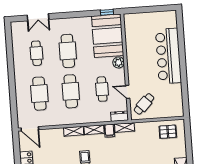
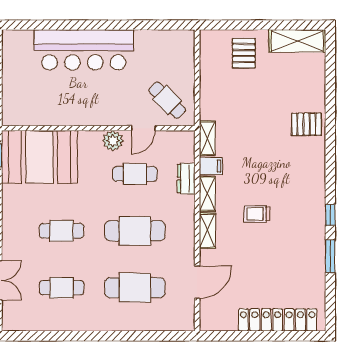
cafe table: (68, 51) -> (62, 231), width x0.73, depth x0.74
plant: (119, 62) -> (113, 141), moved
dresser: (120, 116) -> (186, 179), moved
door: (30, 129) -> (197, 282), moved
pallet: (168, 132) -> (244, 53), moved

